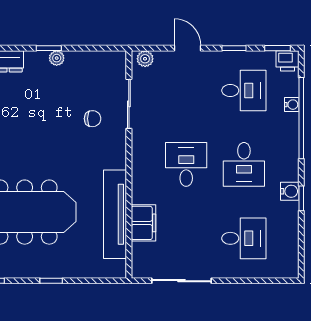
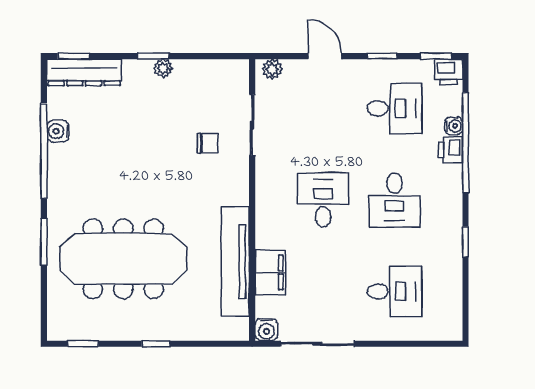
printer: (289, 124) -> (451, 150), added
water cooler: (290, 191) -> (266, 329), moved, turned 90

